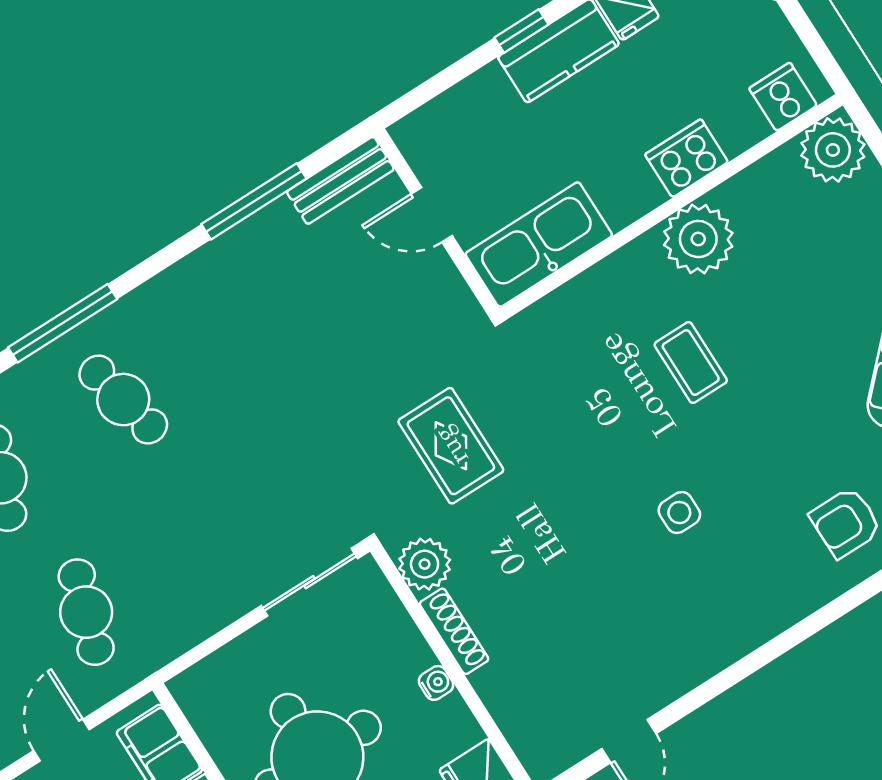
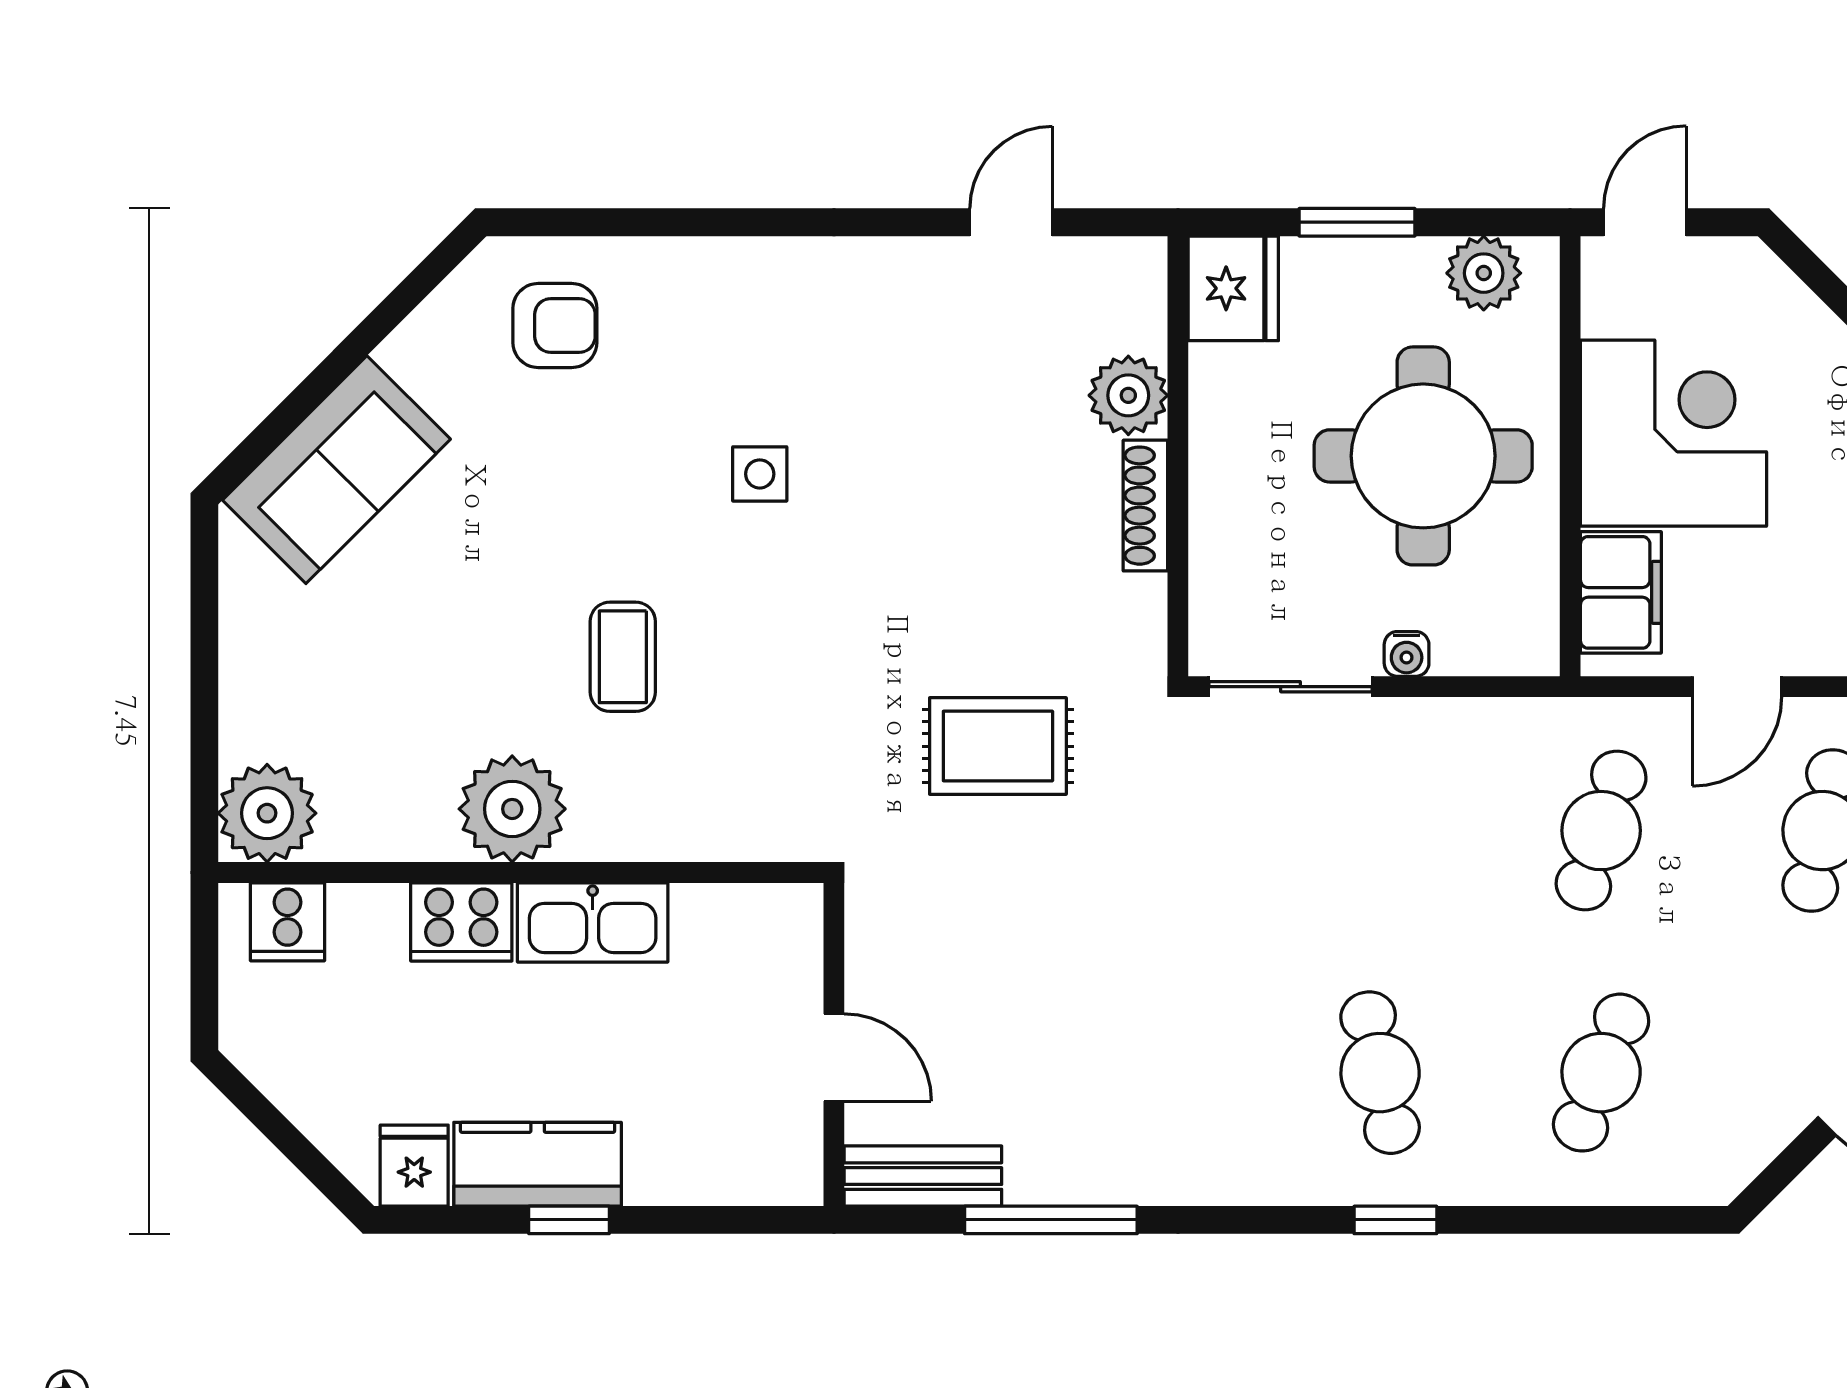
kitchen sink: (539, 245) -> (593, 922), moved, width x0.73, depth x0.81
window: (63, 323) -> (1395, 1220), width x0.46
rug: (451, 446) -> (998, 746), turned 90
plant: (425, 564) -> (1128, 395), moved
water cooler: (436, 683) -> (1407, 654), moved, turned -90

